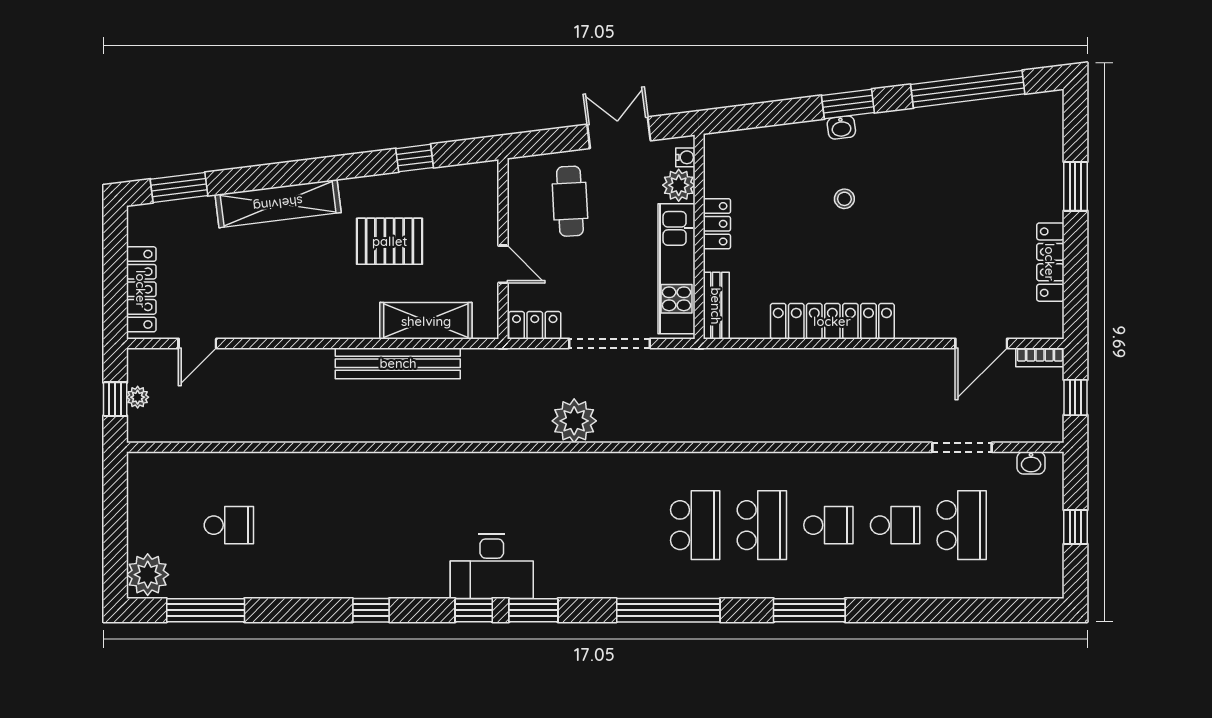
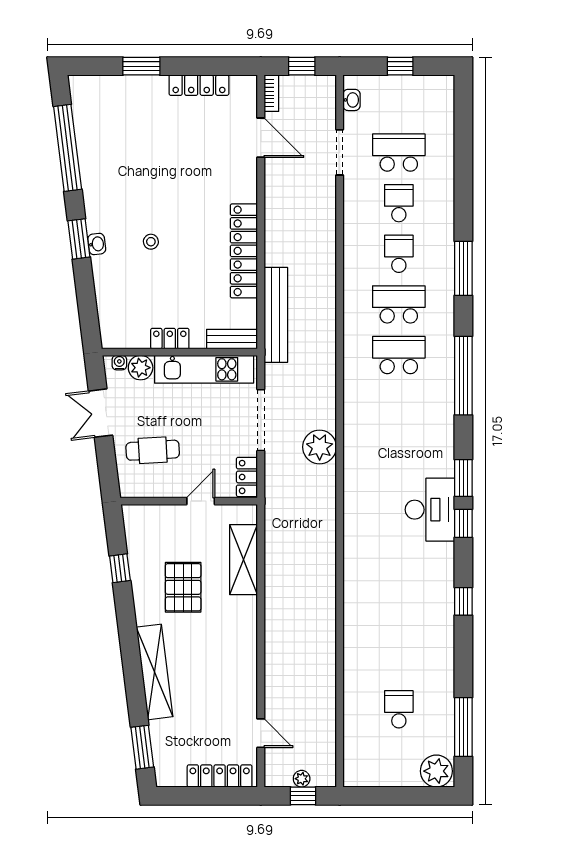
bench: (398, 363) -> (276, 315), moved

